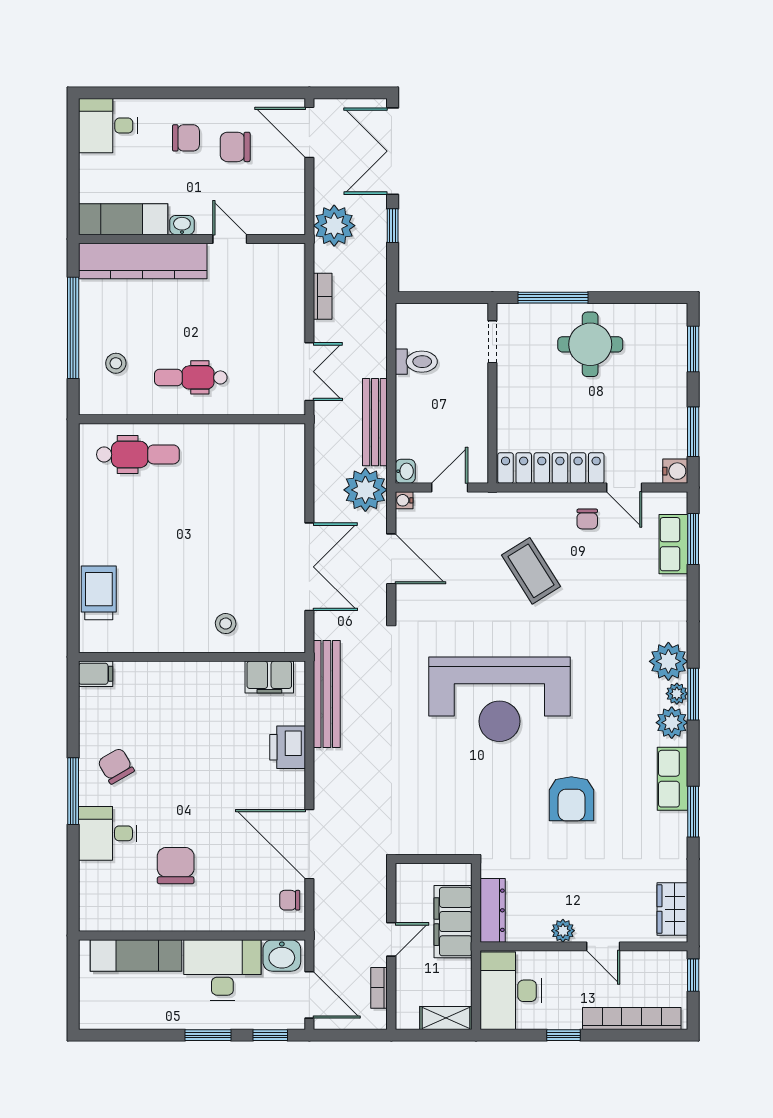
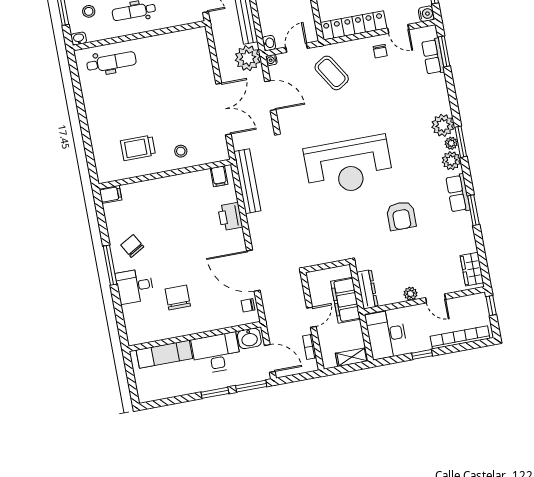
washbasin: (91, 405) -> (79, 38), added
coffee table: (531, 571) -> (332, 73), moved
trolley: (99, 593) -> (138, 148), moved, turned -90
filing cabinet: (269, 677) -> (219, 176), width x0.50
window: (270, 1035) -> (251, 386), width x1.50

